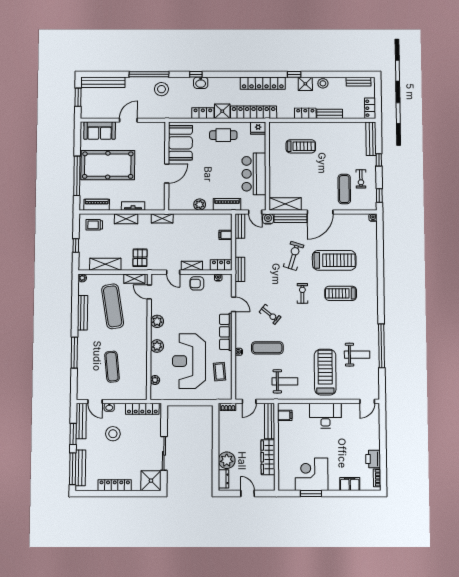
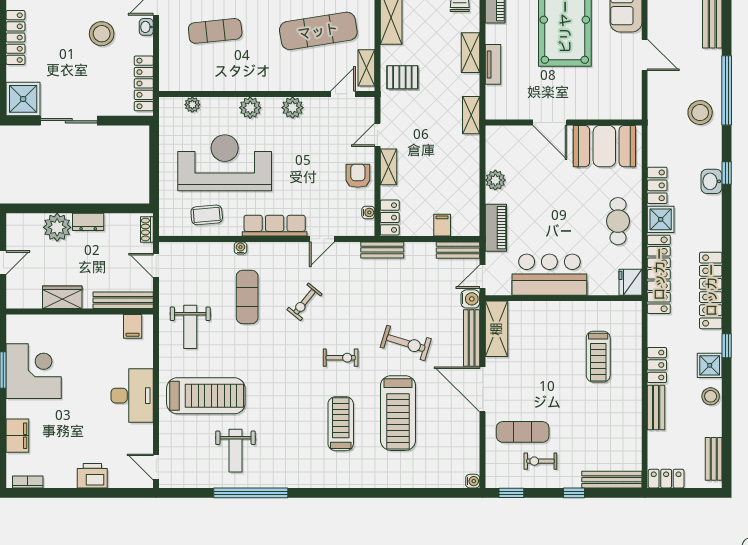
wardrobe: (268, 457) -> (62, 297), width x0.67
printer: (373, 459) -> (92, 476), moved
dresser: (224, 479) -> (88, 222), moved

